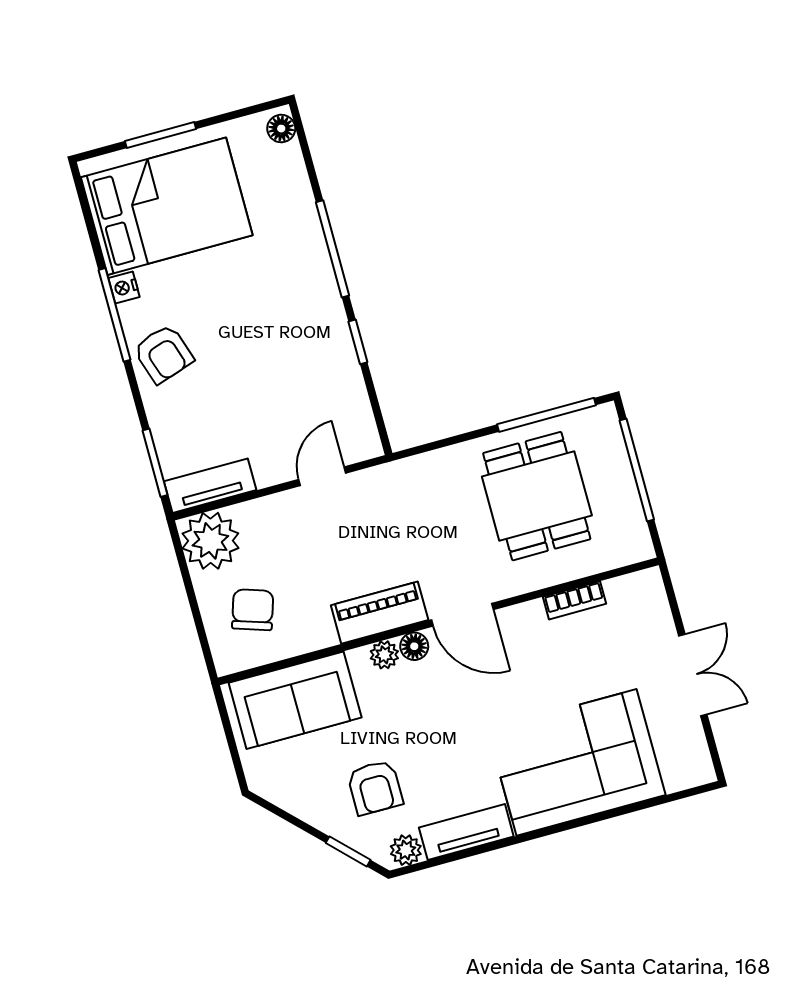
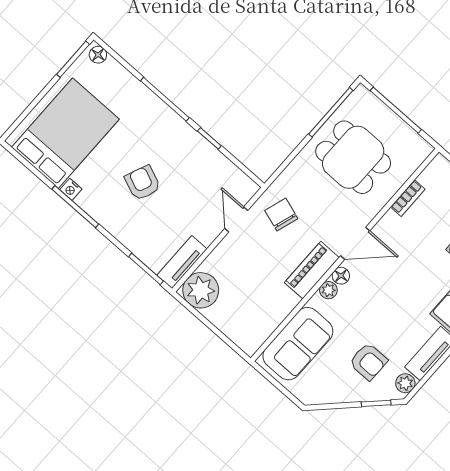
window: (161, 135) -> (73, 59), moved
armchair: (163, 354) -> (143, 183), moved, turned -139
chair: (253, 610) -> (281, 215), moved

